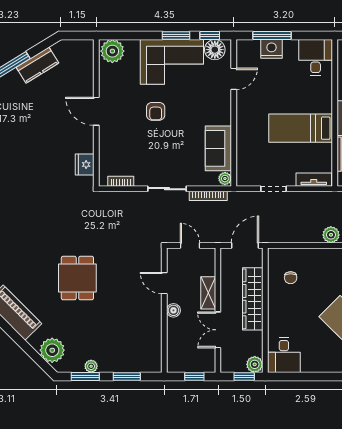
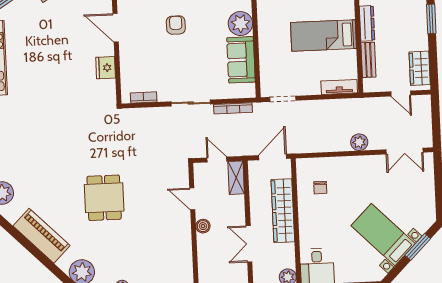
armchair: (156, 111) -> (176, 25), turned 180
fridge: (85, 165) -> (106, 68), moved
plant: (225, 179) -> (240, 24), moved, width x1.88, depth x1.88
doorway: (273, 189) -> (283, 99), moved
shelving: (208, 293) -> (236, 178), moved

